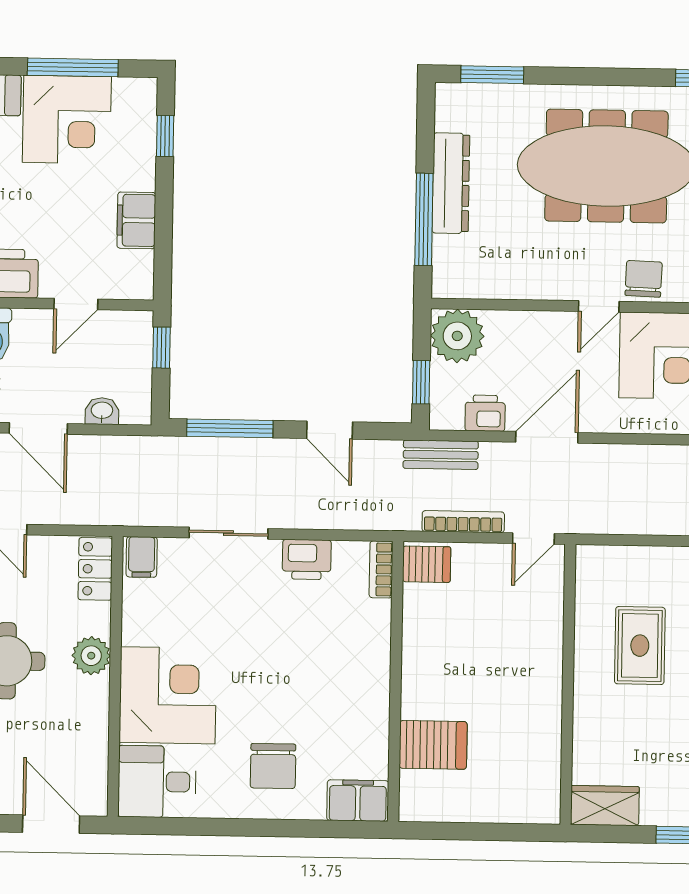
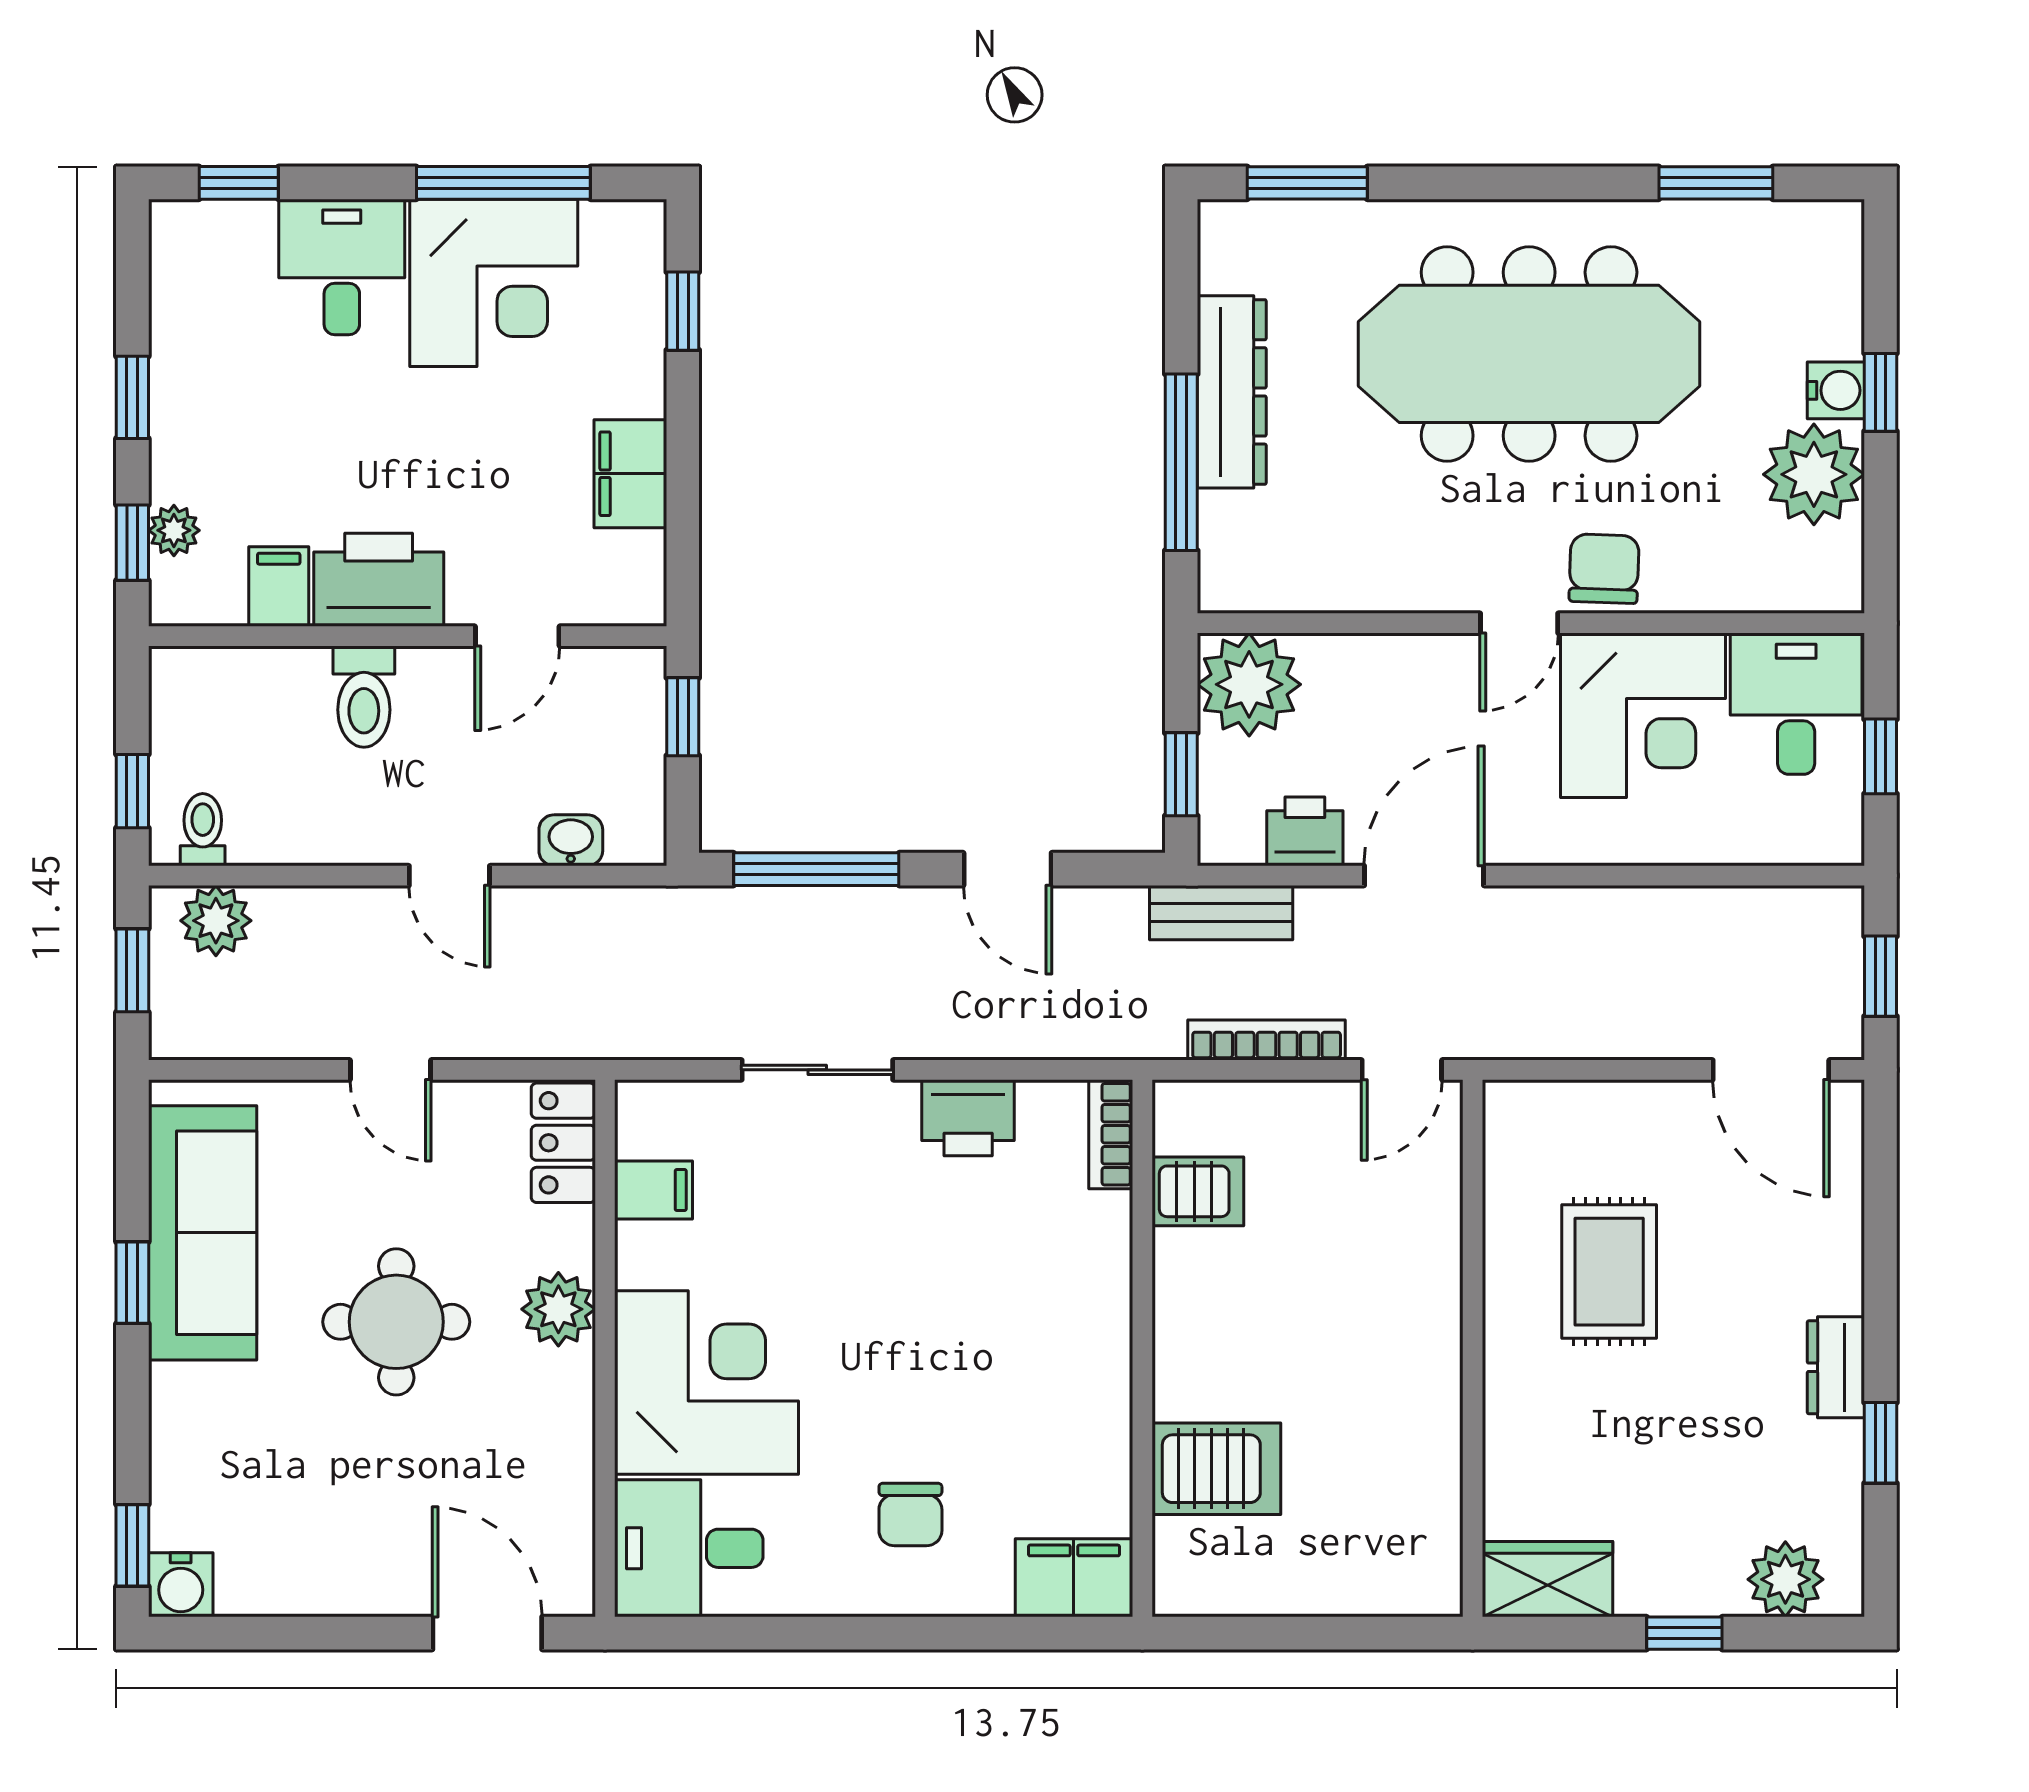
door: (38, 428) -> (449, 876), width x0.73
filing cabinet: (142, 557) -> (654, 1190), moved, turned -90
server rack: (427, 564) -> (1198, 1191), moved
chair: (273, 766) -> (910, 1515), width x0.73, depth x0.73

